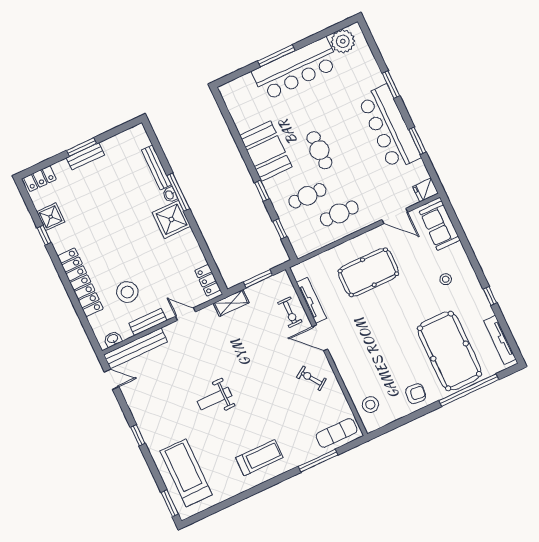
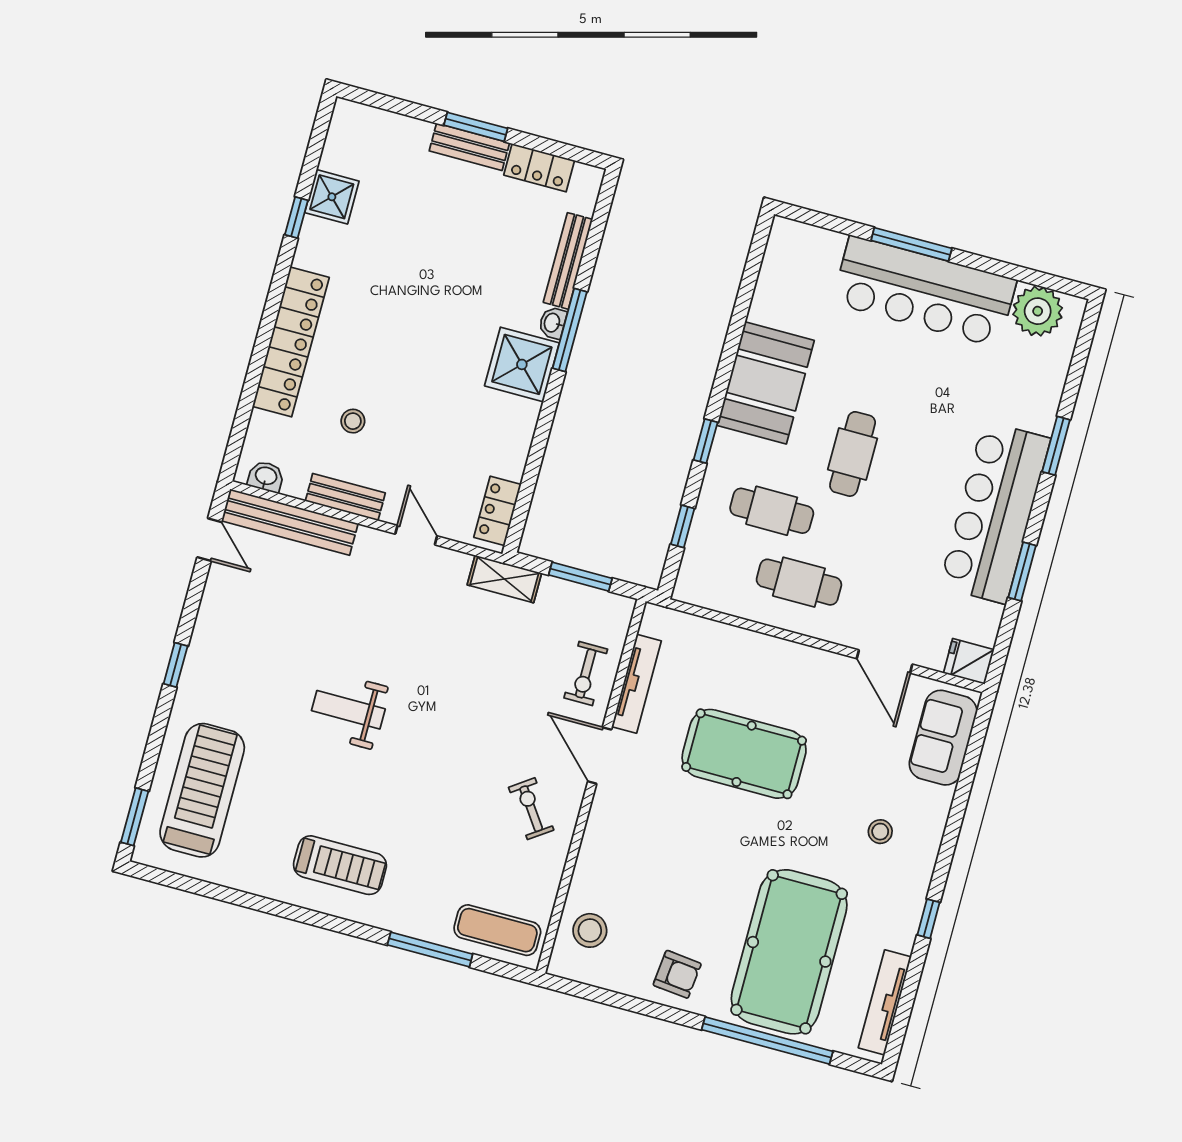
locker: (40, 179) -> (539, 168), moved
pool table: (368, 272) -> (744, 754), moved
stool: (127, 292) -> (353, 421), width x0.53, depth x0.53

